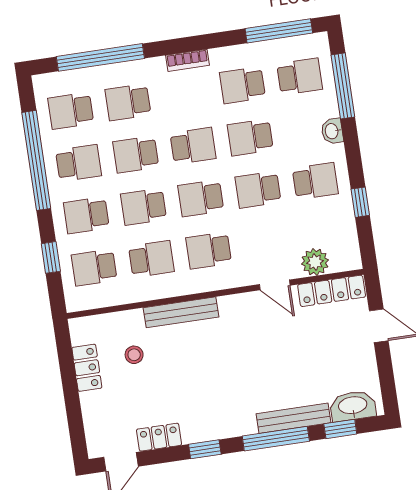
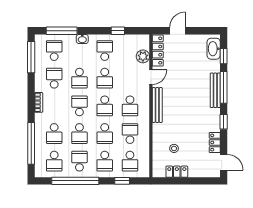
school desk: (242, 85) -> (54, 78), turned 180
bench: (181, 312) -> (157, 105), moved
bench: (294, 418) -> (215, 90), moved

